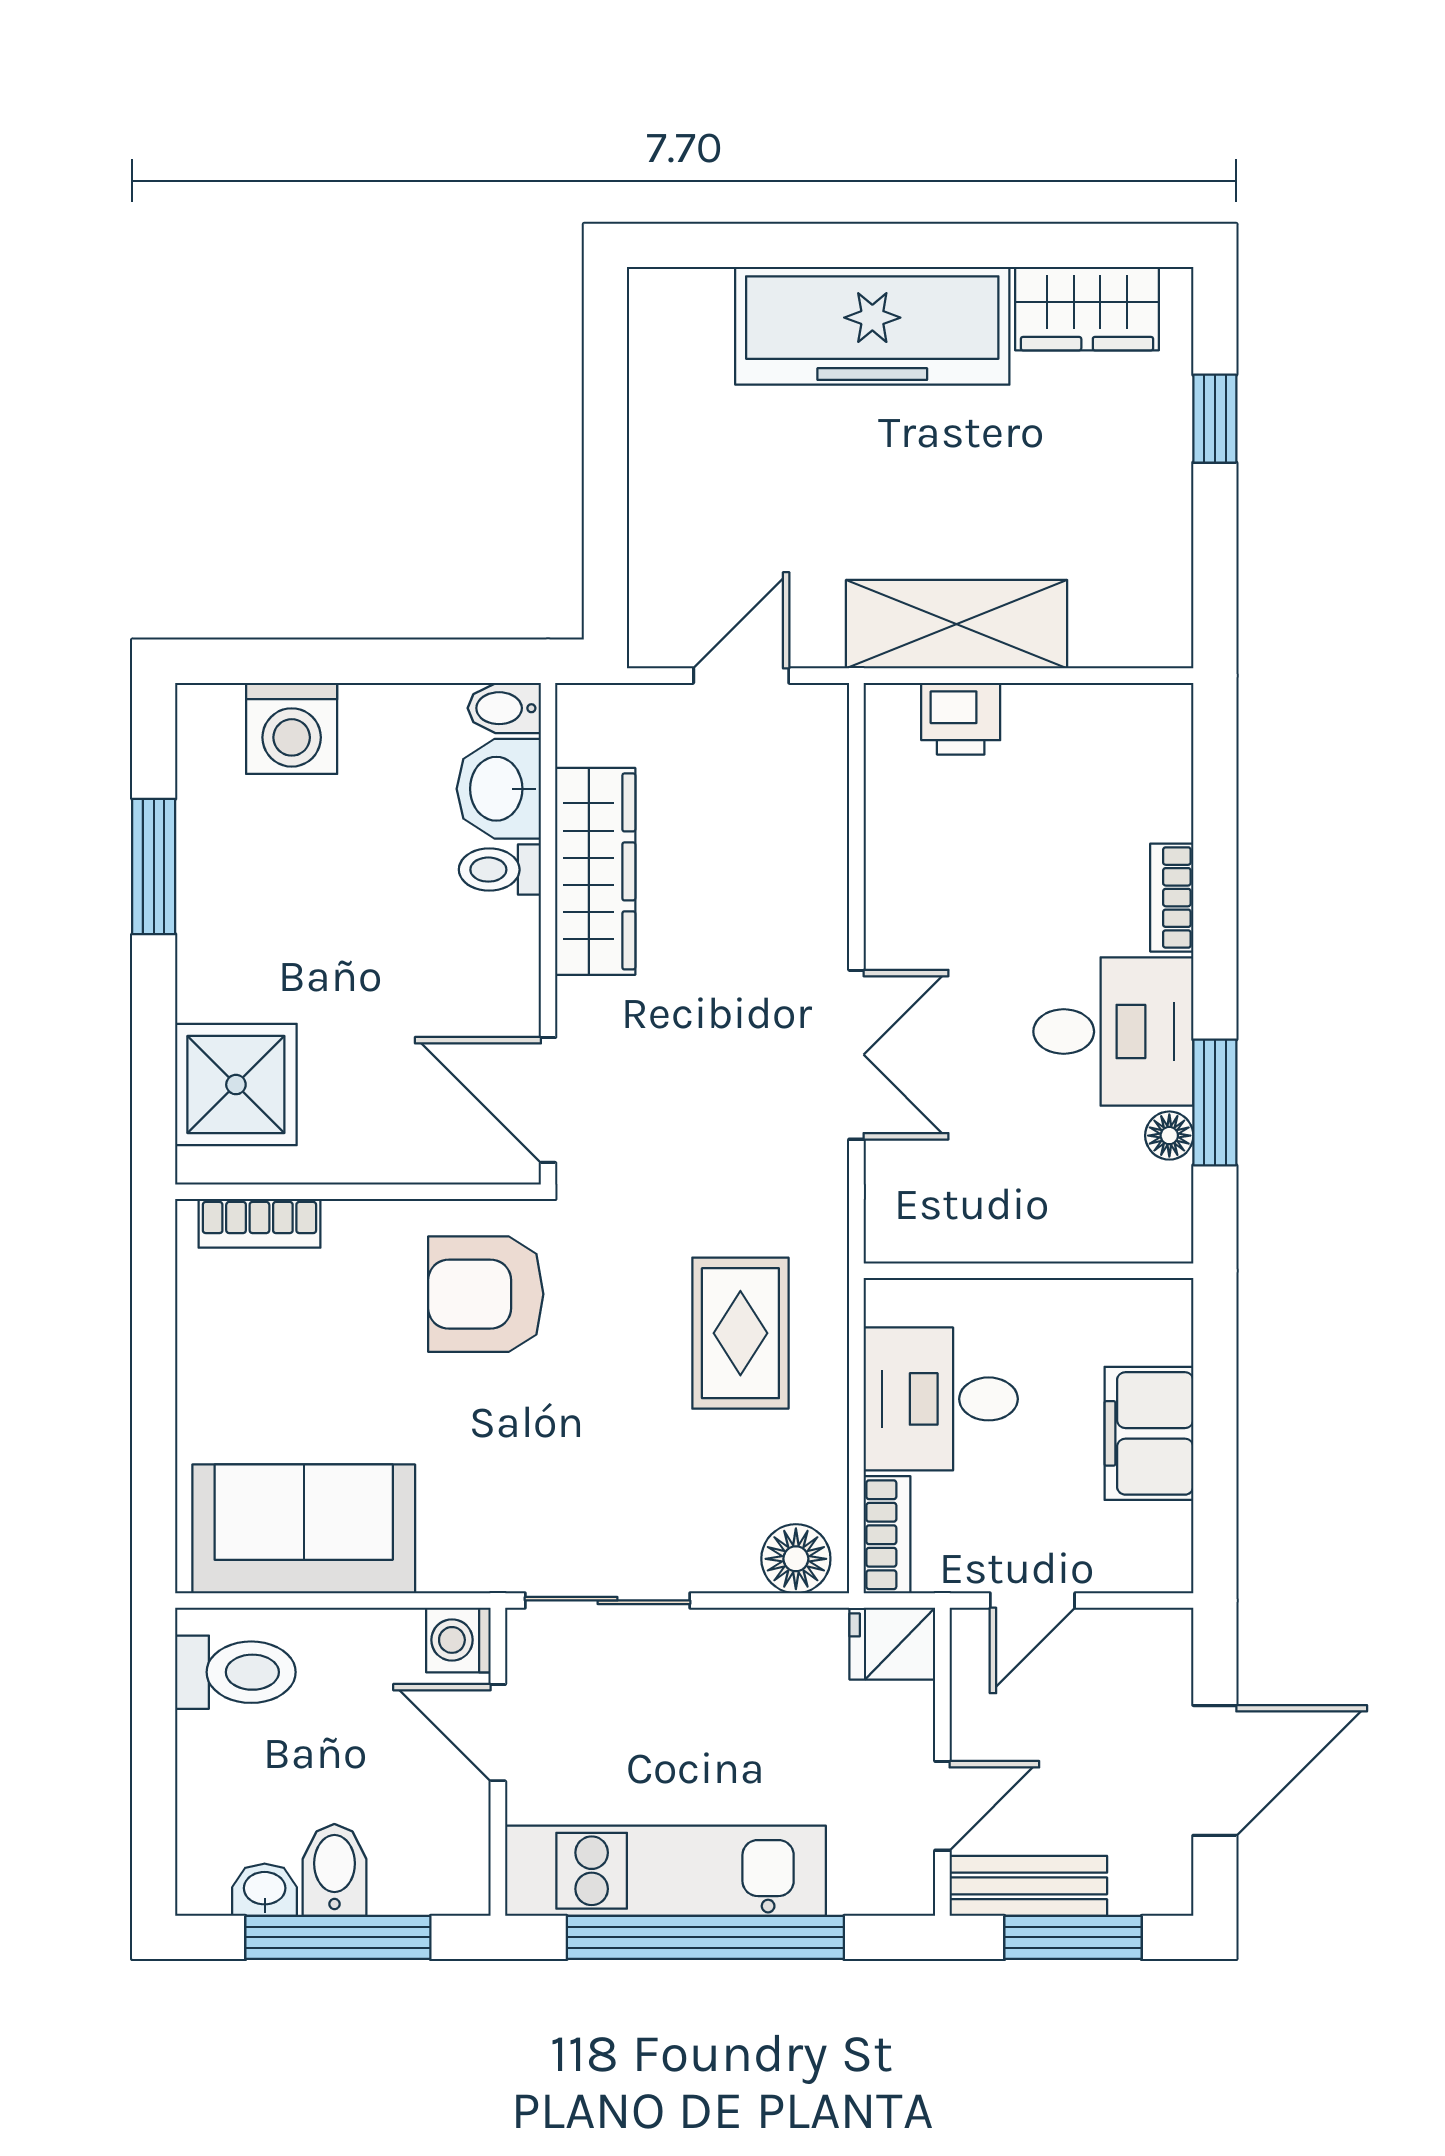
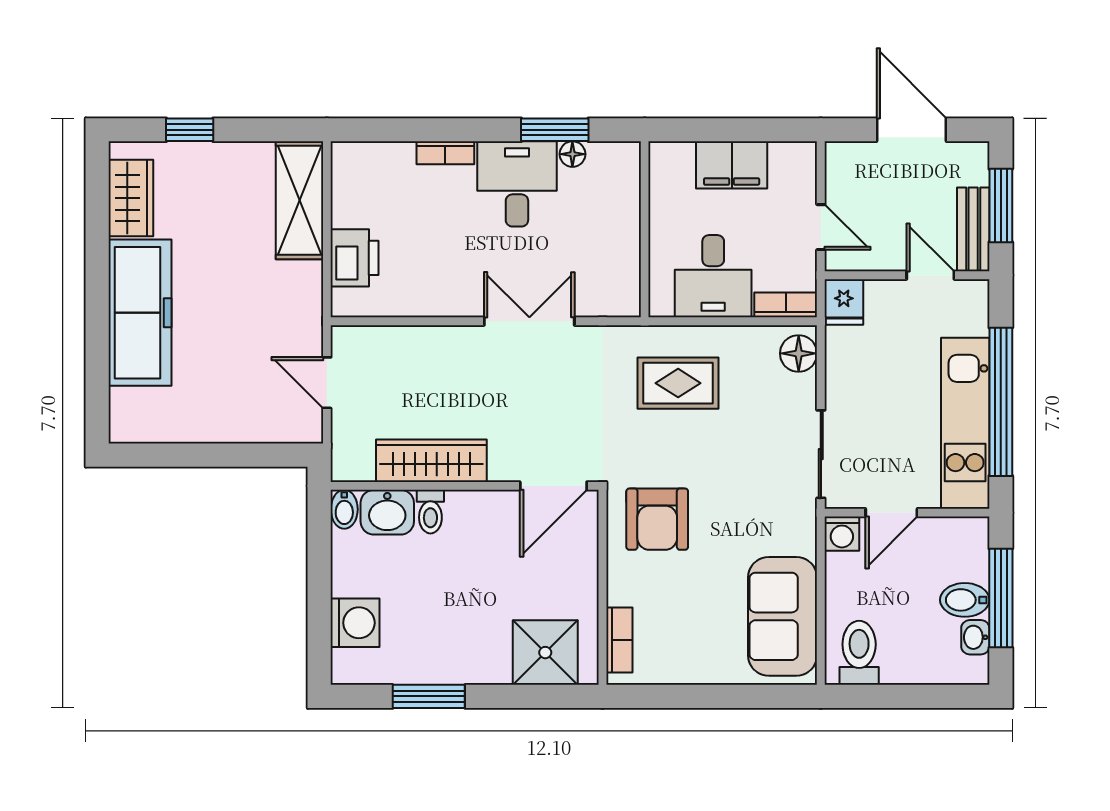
shelving: (957, 624) -> (299, 200), moved
printer: (961, 719) -> (354, 258), width x1.36, depth x1.24

